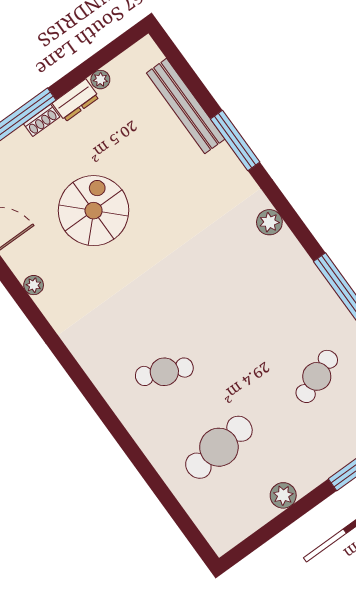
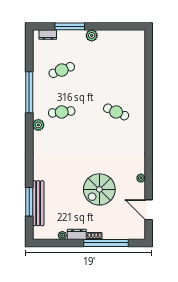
window: (235, 141) -> (29, 202), moved
plant: (269, 222) -> (38, 125), moved
cafe table: (219, 447) -> (62, 112), moved, width x0.73, depth x0.74
plant: (283, 495) -> (92, 35), moved

